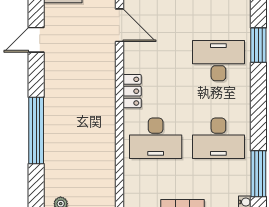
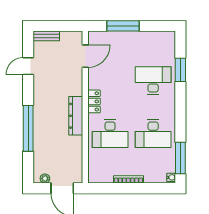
door: (119, 25) -> (85, 56), hinge flipped
dresser: (106, 112) -> (76, 116), added

